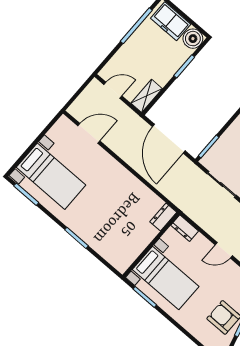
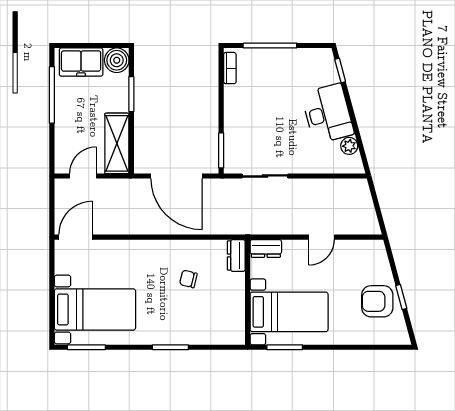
shelving: (147, 96) -> (117, 143), width x1.50, depth x1.33
door: (89, 133) -> (76, 237), moved
chair: (123, 206) -> (188, 279), added

